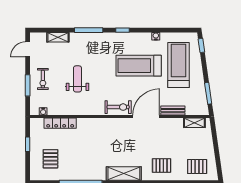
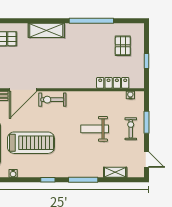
door: (28, 49) -> (147, 160), hinge flipped
weight bench: (77, 79) -> (95, 129), turned 90

